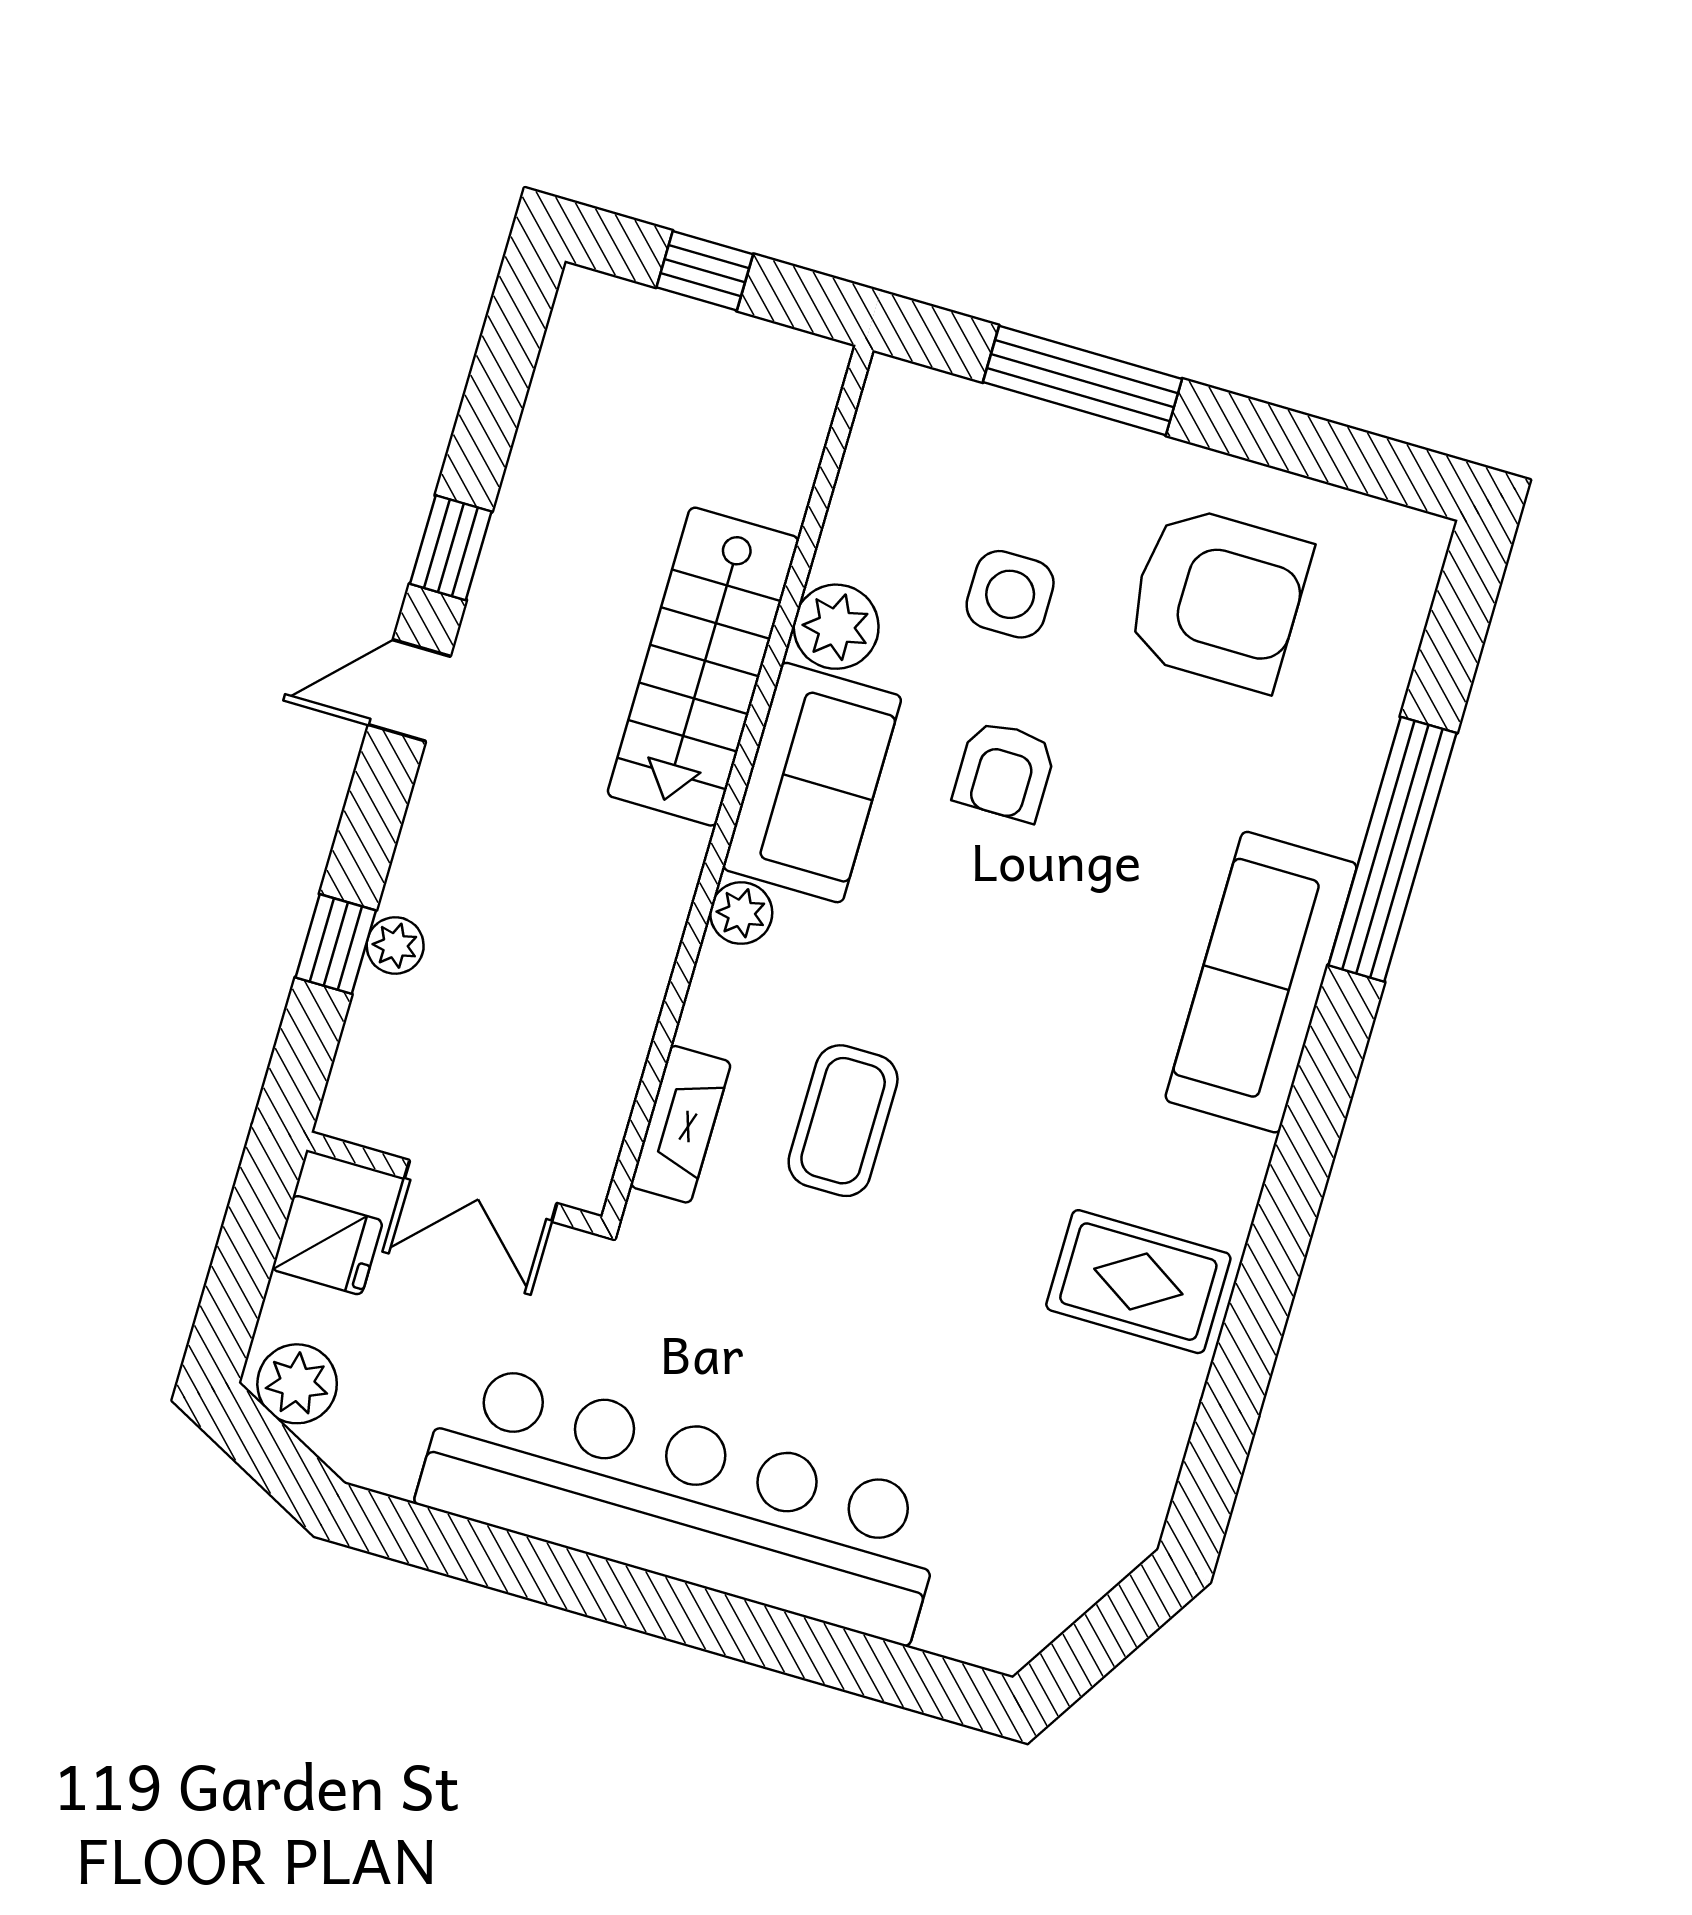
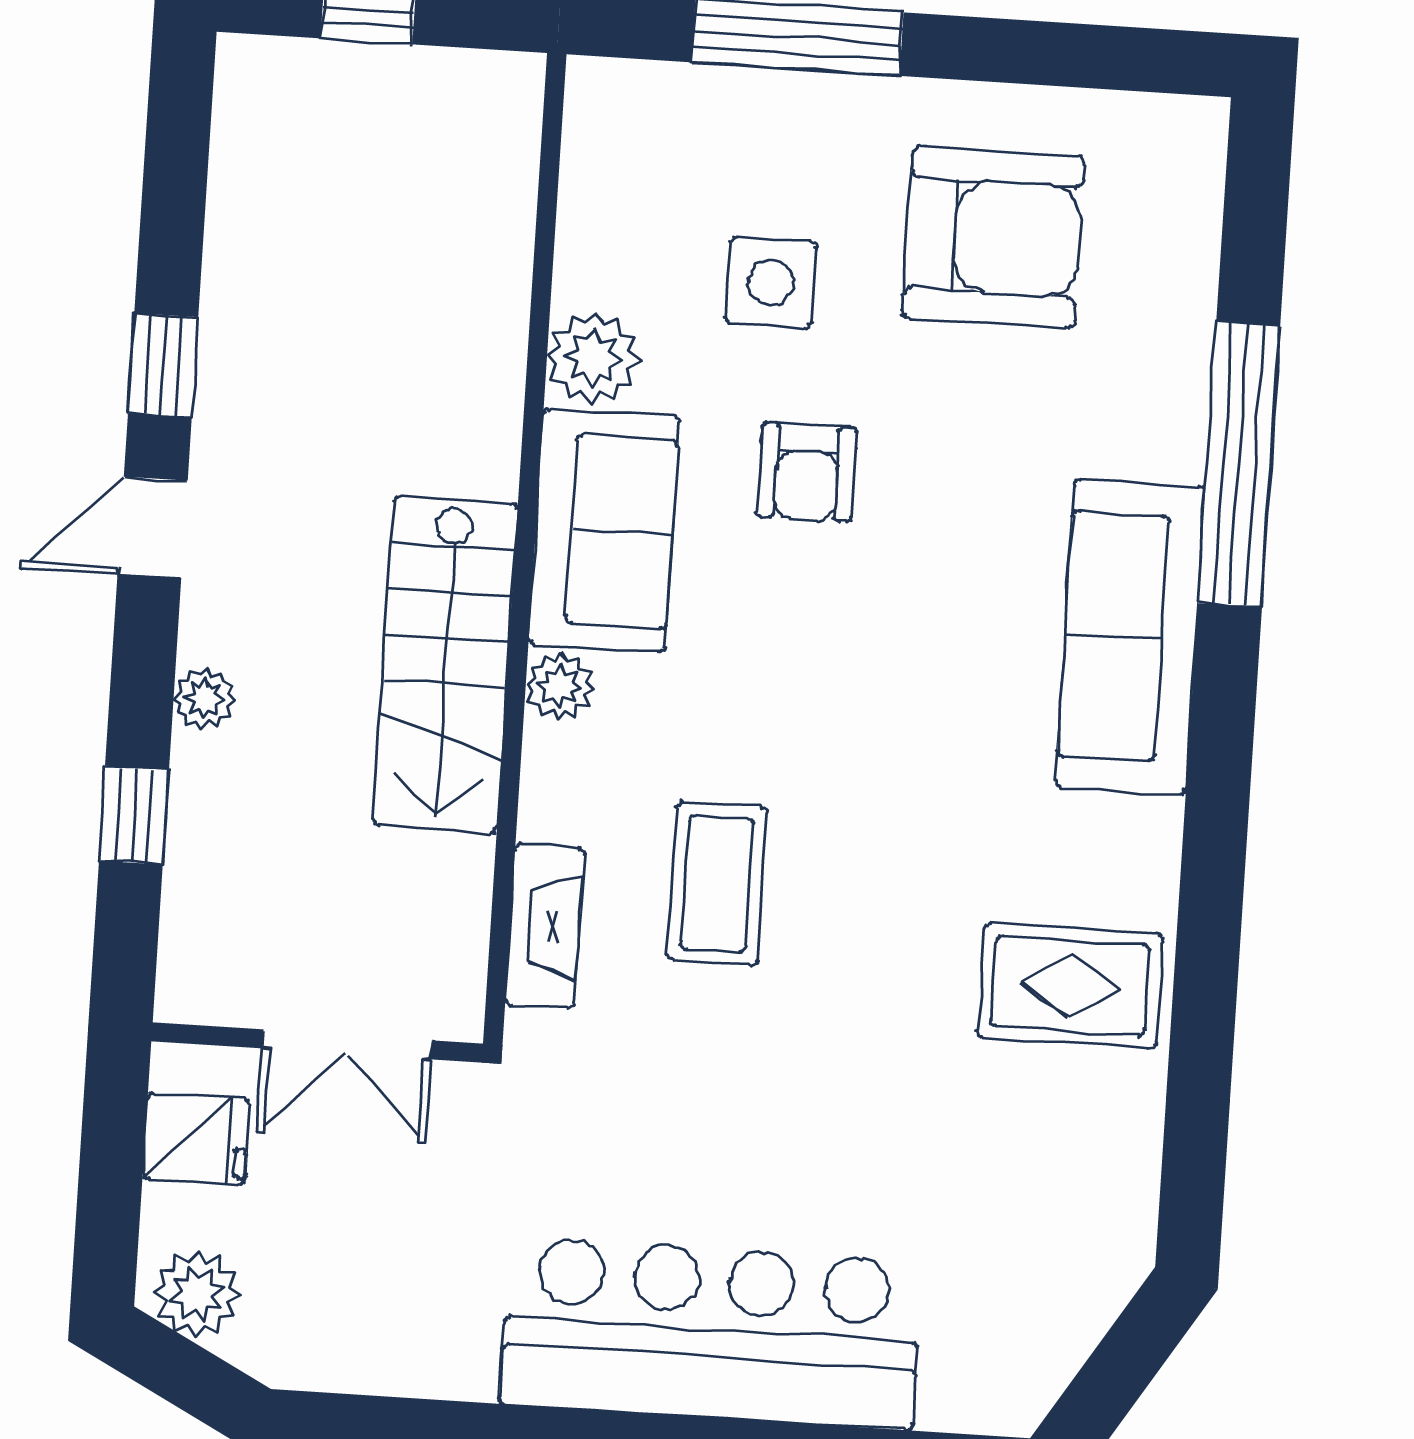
stairs: (703, 667) -> (445, 664), moved
plant: (395, 945) -> (204, 699), moved
bar counter: (682, 1502) -> (711, 1333), width x0.73

